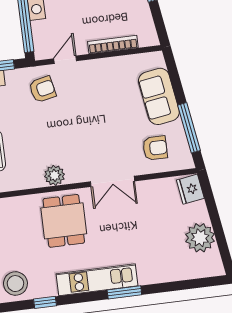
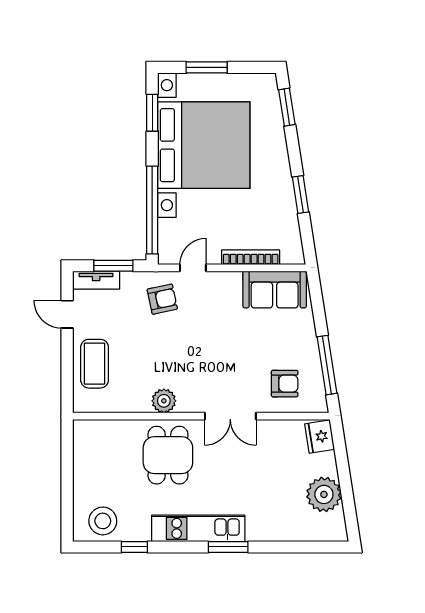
sofa: (159, 96) -> (275, 290), moved, turned -81

